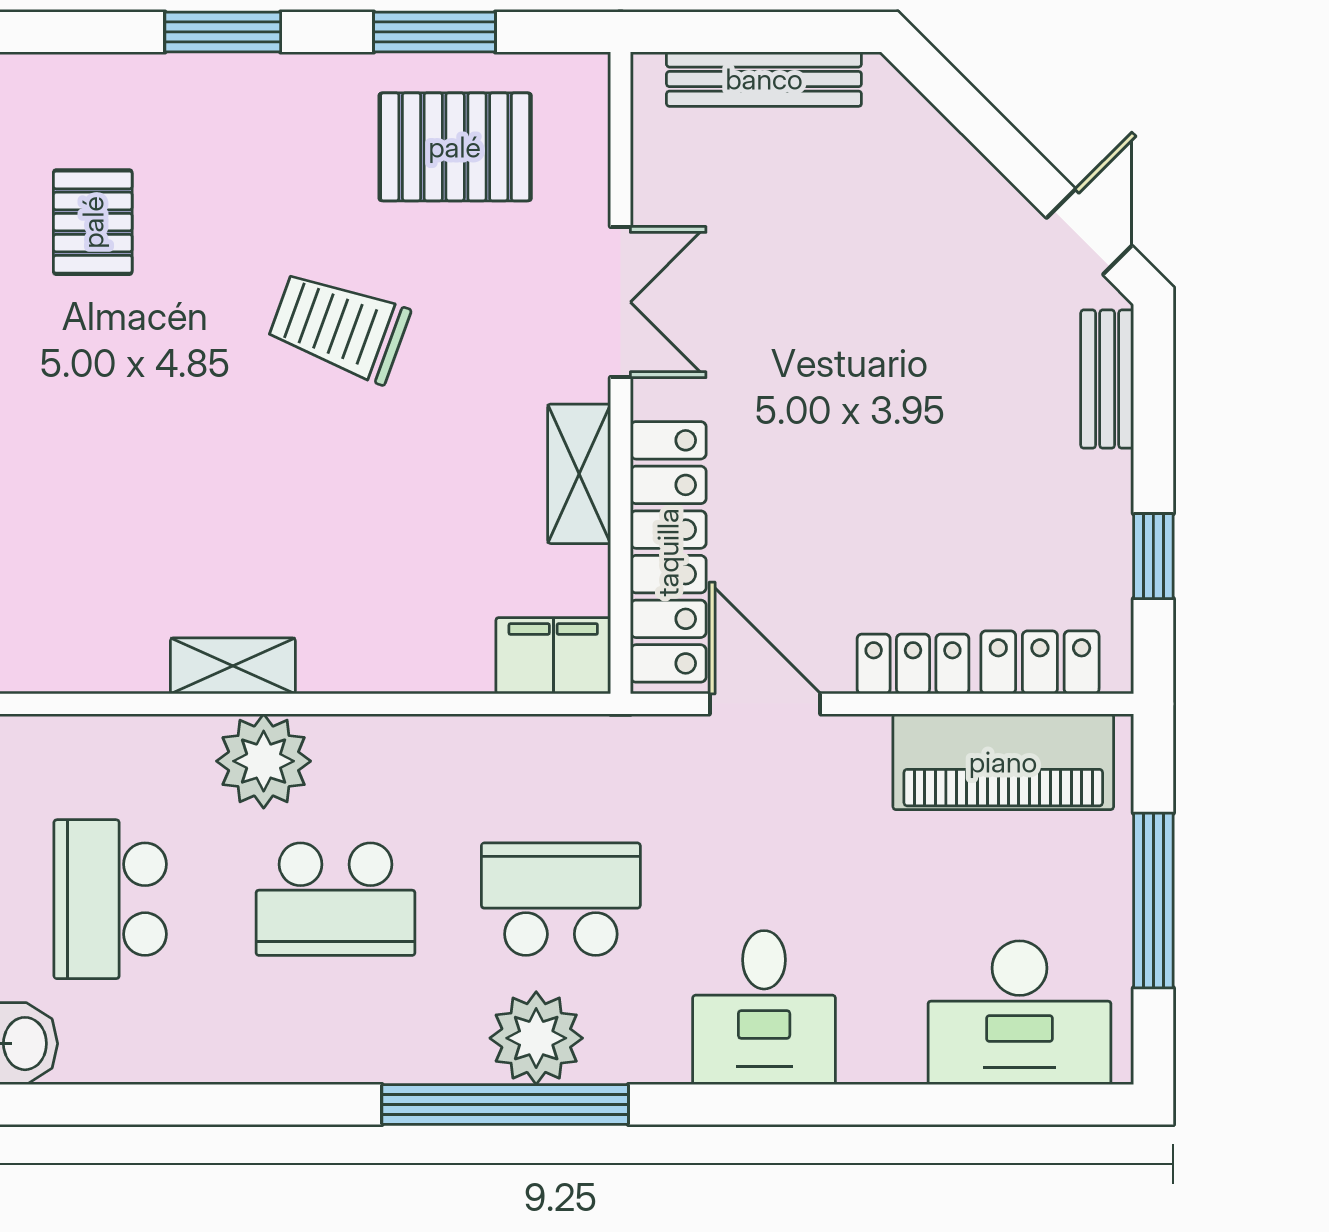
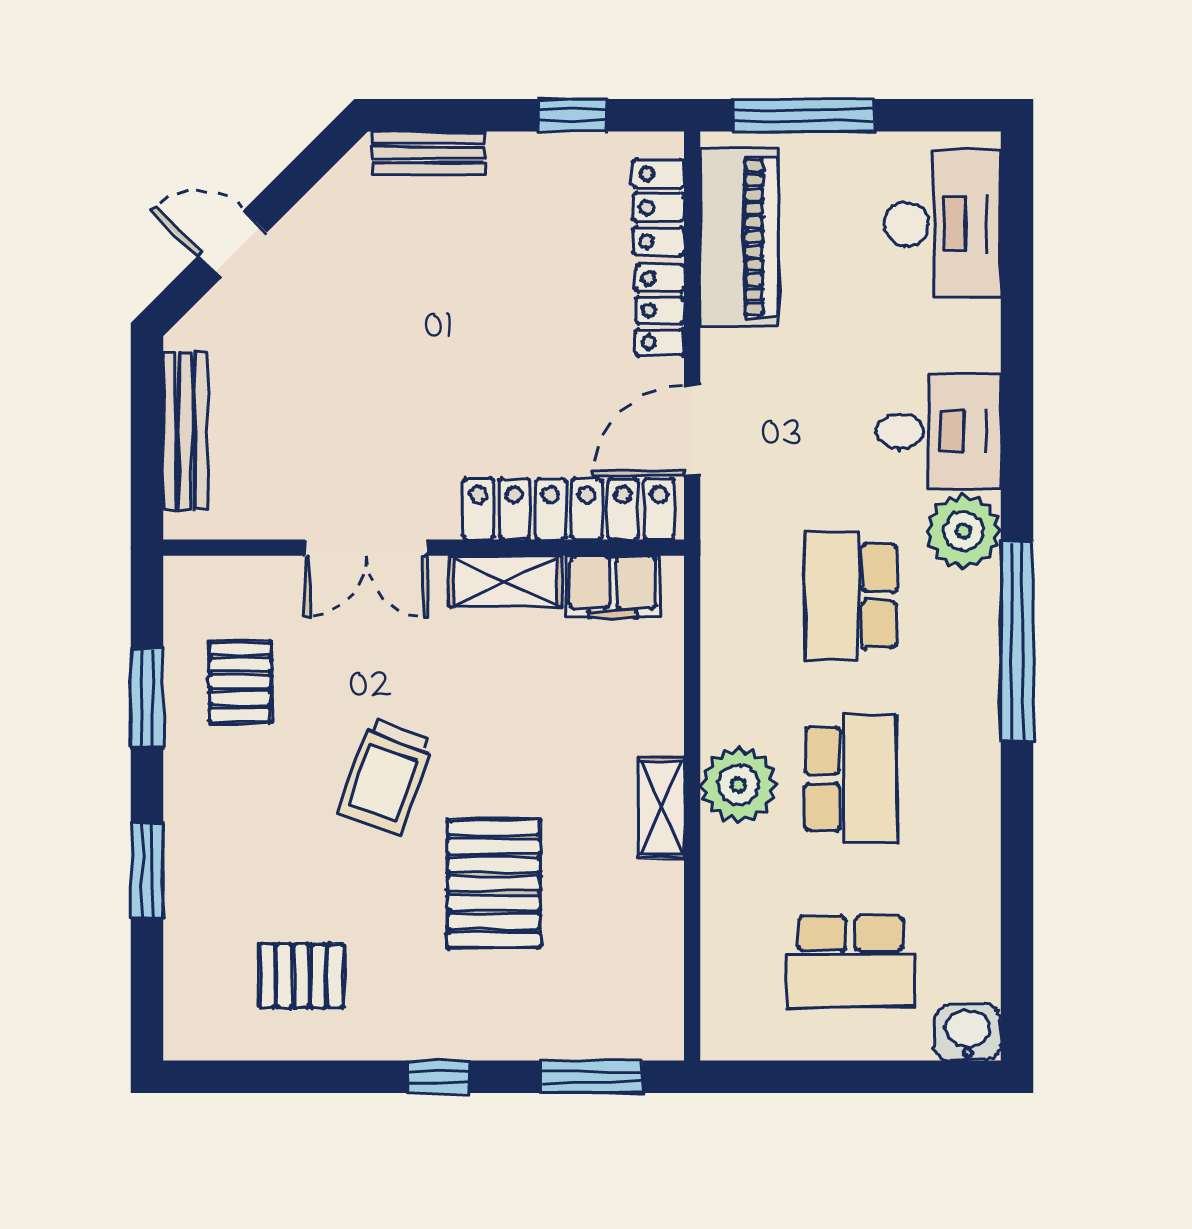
pallet: (455, 147) -> (240, 682), width x0.67, depth x0.71
door: (1089, 232) -> (232, 244), moved
double door: (620, 302) -> (366, 548), swing flipped
pallet: (206, 459) -> (494, 884), added
filing cabinet: (553, 656) -> (613, 587), moved, turned -90
shelving: (233, 666) -> (661, 808), moved
plant: (264, 761) -> (739, 785), moved
window: (1153, 901) -> (803, 115), moved
plant: (536, 1038) -> (963, 531), moved

